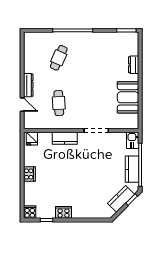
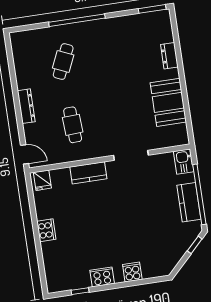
door: (22, 105) -> (25, 154), moved
kitchen counter: (121, 199) -> (180, 246), removed
cooker: (30, 212) -> (132, 272), moved

